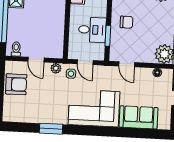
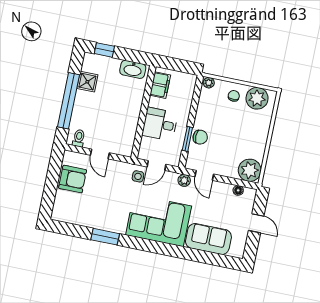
chair: (126, 22) -> (200, 137), moved
desk: (92, 30) -> (160, 124), moved, turned 180
door: (85, 62) -> (156, 166), hinge flipped
plant: (56, 68) -> (184, 180), moved

